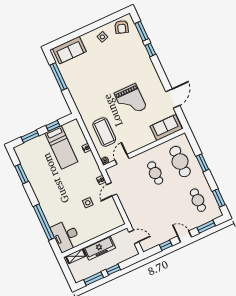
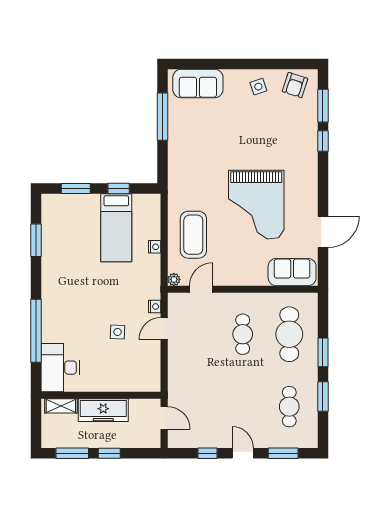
grand piano: (130, 100) -> (256, 205), width x1.37, depth x1.48
window: (219, 198) -> (323, 396), moved

